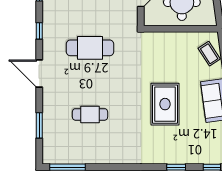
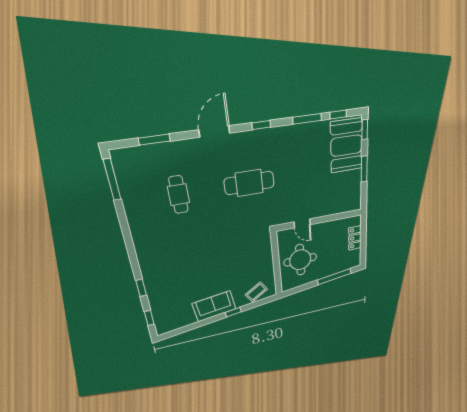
cafe table: (90, 48) -> (249, 183), turned 90
rug: (165, 104) -> (203, 265), removed

